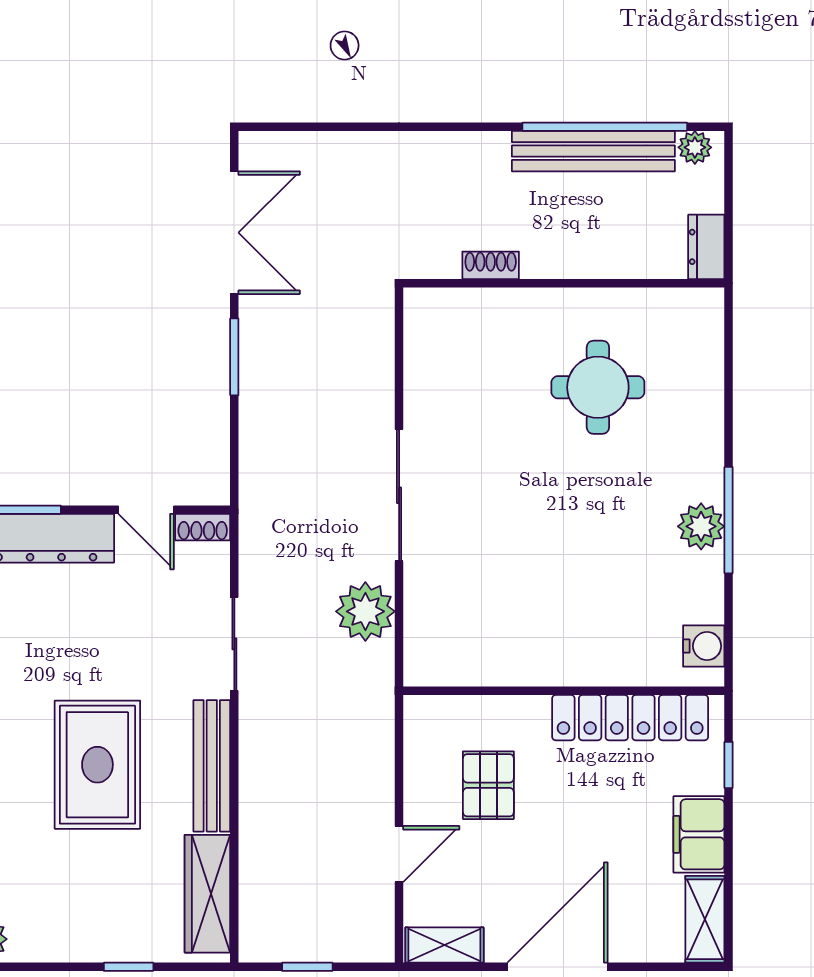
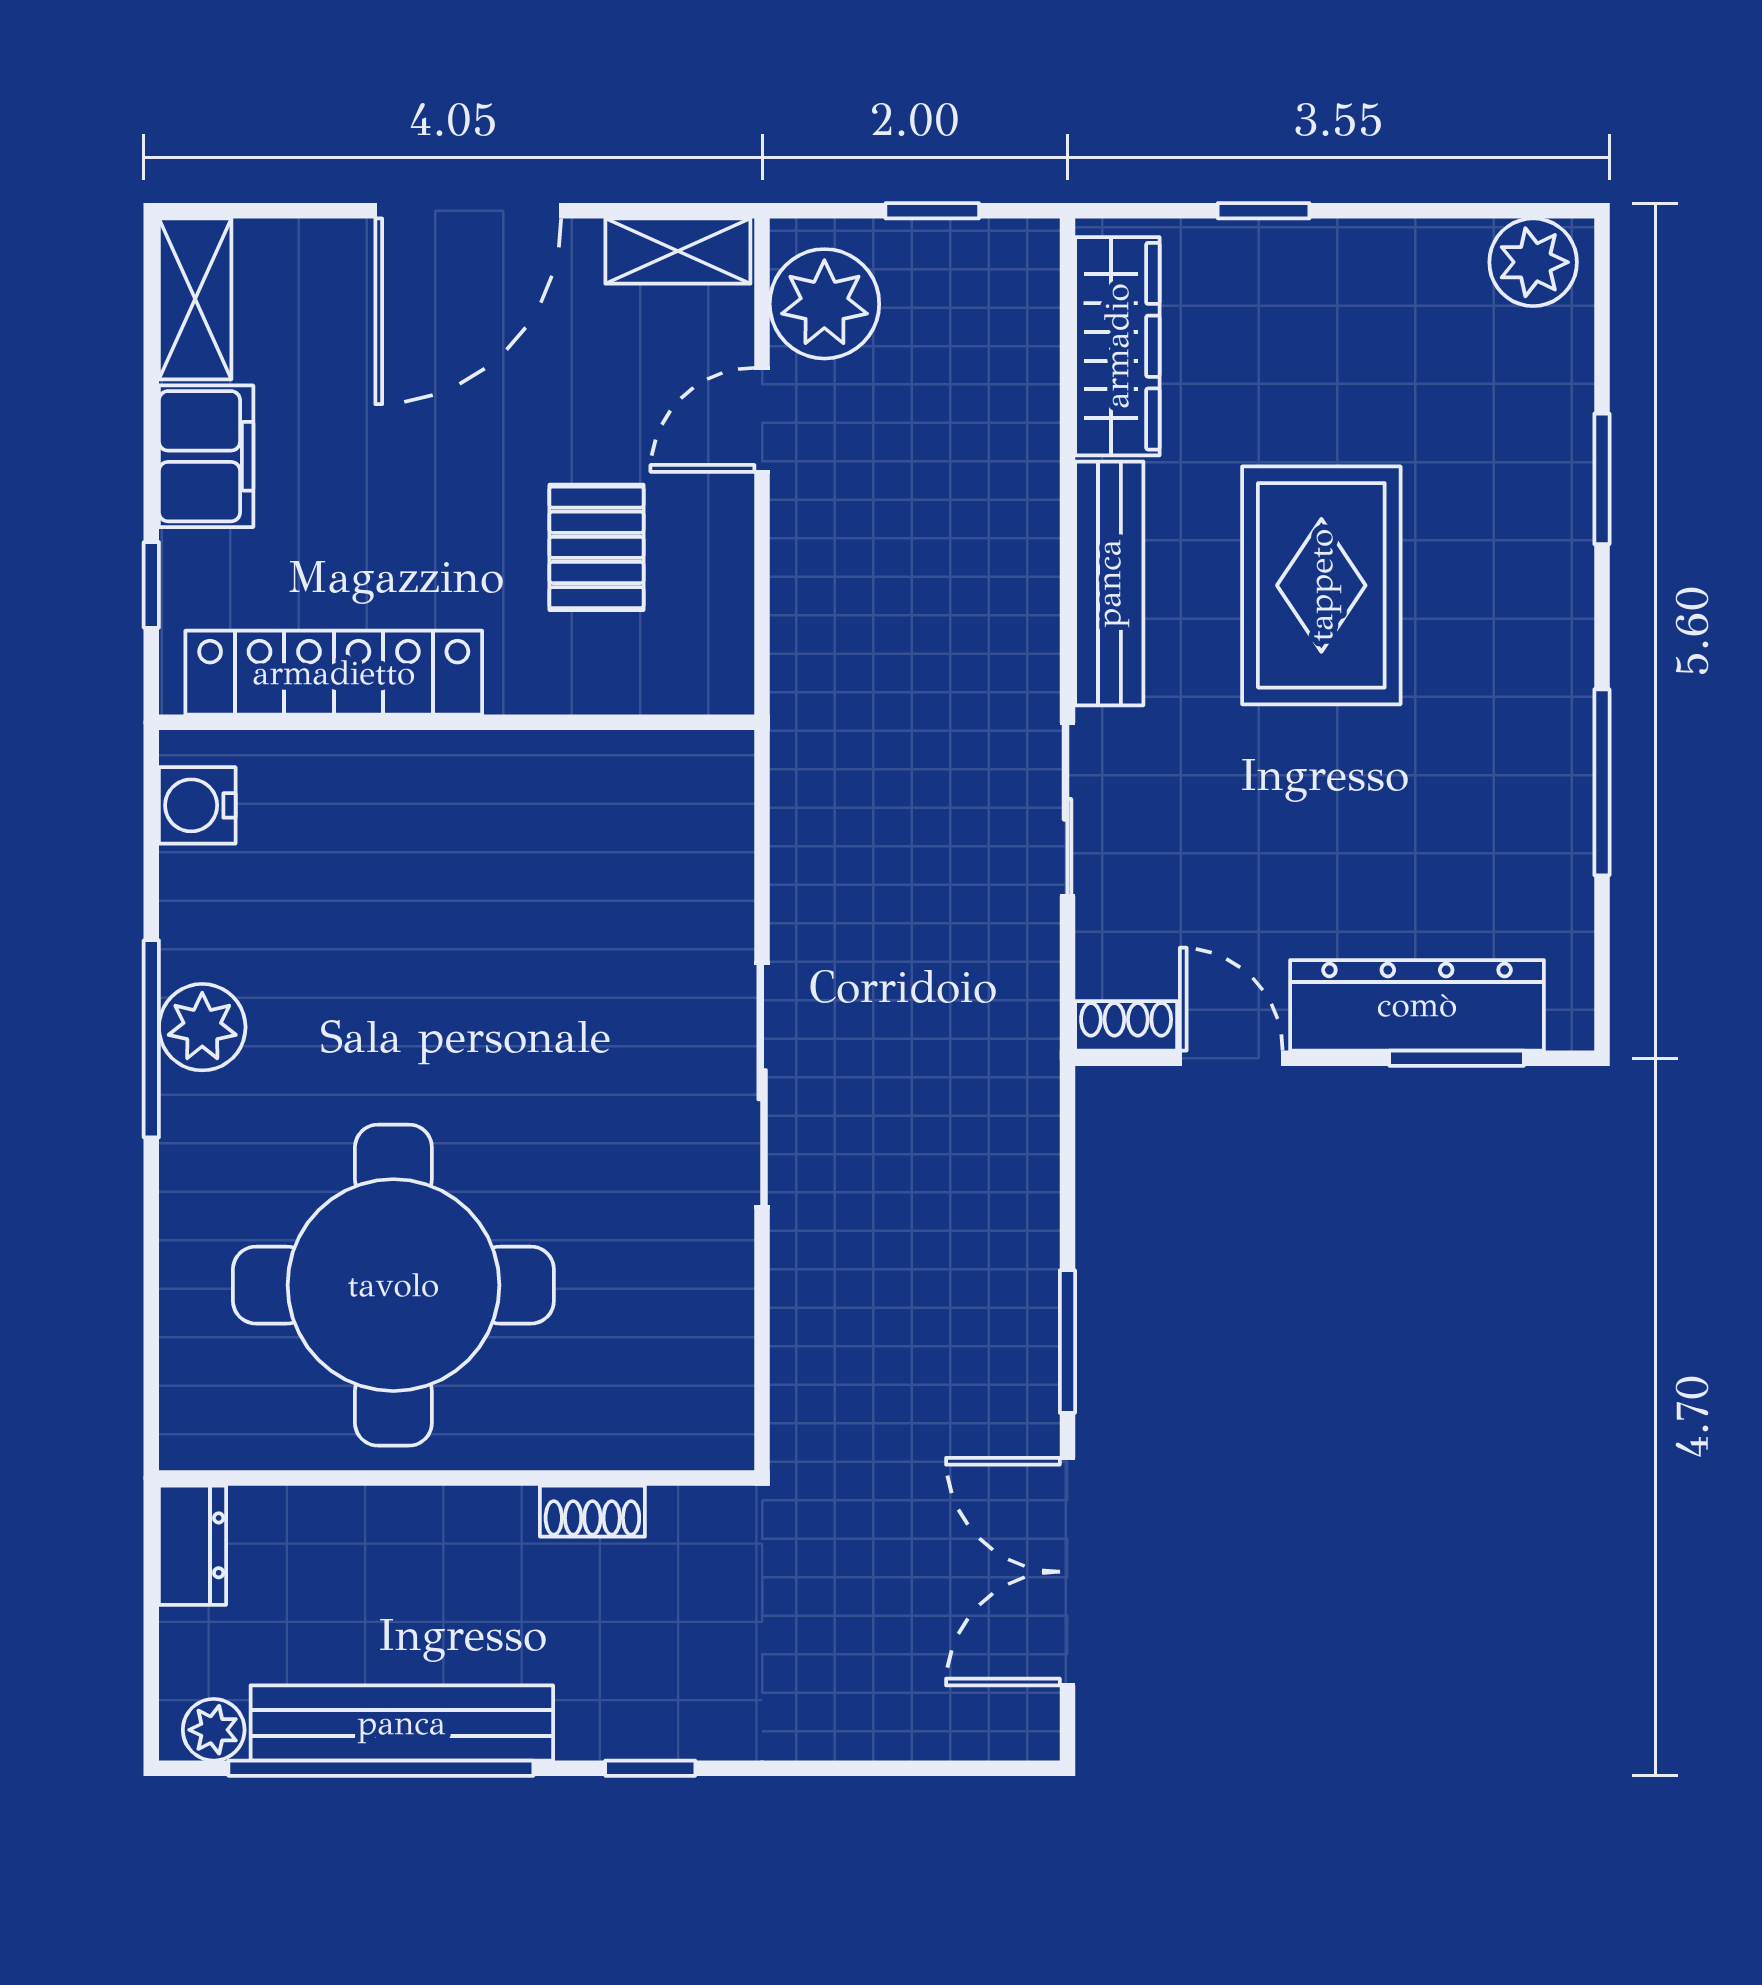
window: (459, 127) -> (650, 1768), added
round table: (598, 387) -> (393, 1285), width x1.86, depth x1.86
plant: (365, 611) -> (824, 304), moved

